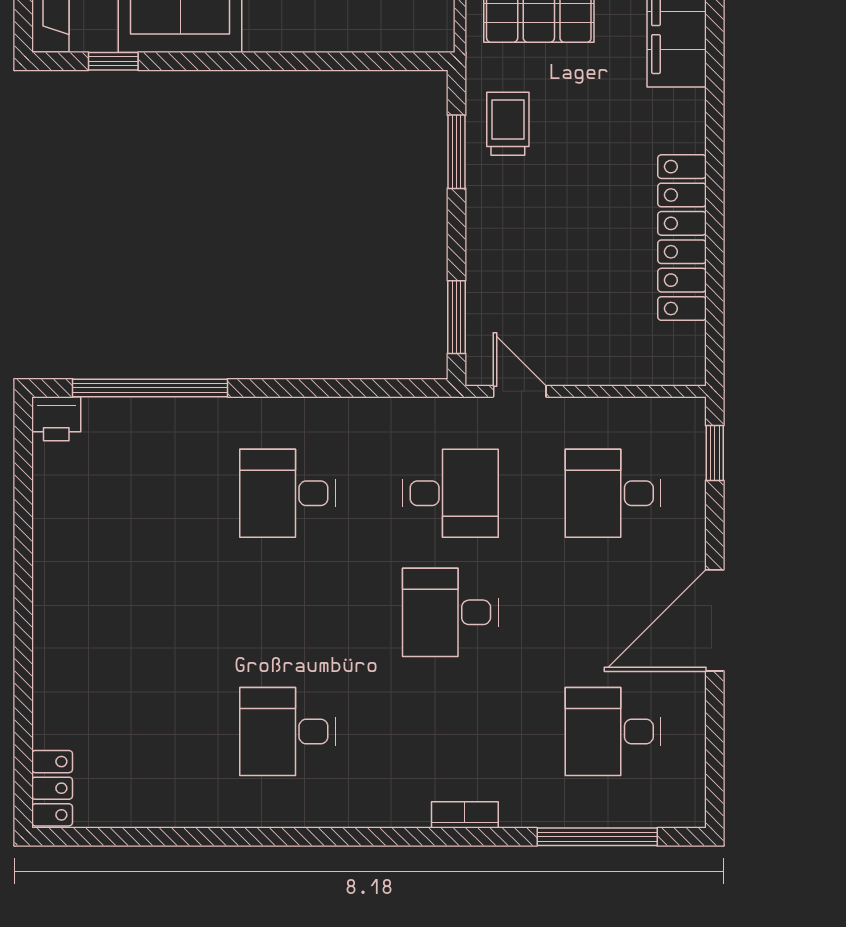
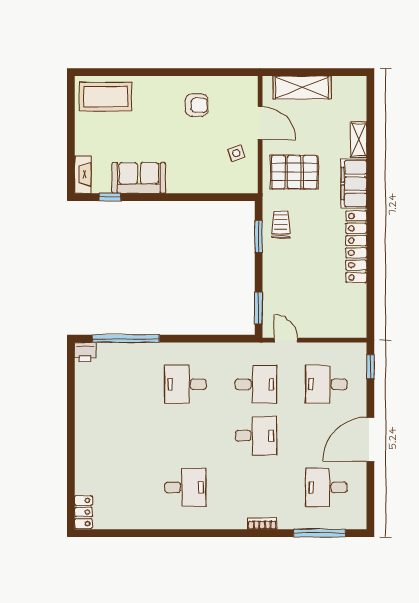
locker: (682, 238) -> (356, 247), moved
desk: (450, 612) -> (256, 436), turned 180
desk: (288, 732) -> (185, 487), turned 180

